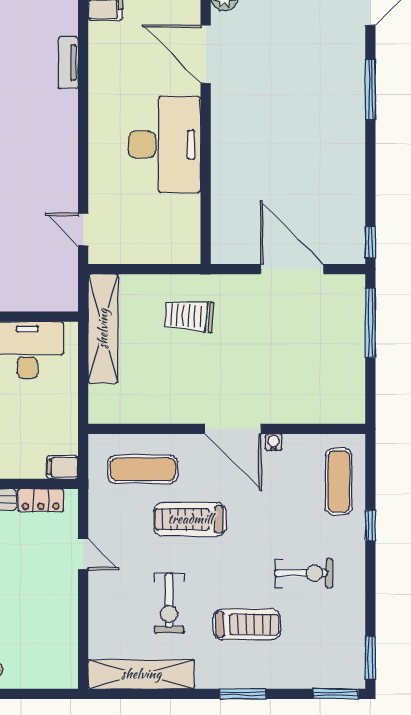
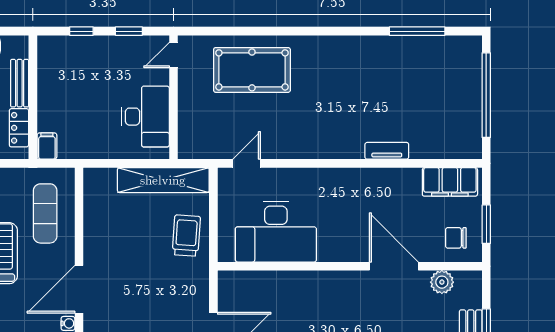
door: (206, 54) -> (394, 266), hinge flipped
desk: (164, 145) -> (276, 232), moved
trolley: (189, 316) -> (186, 236), moved

